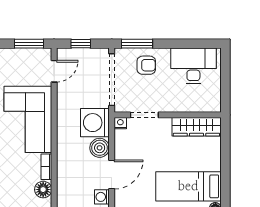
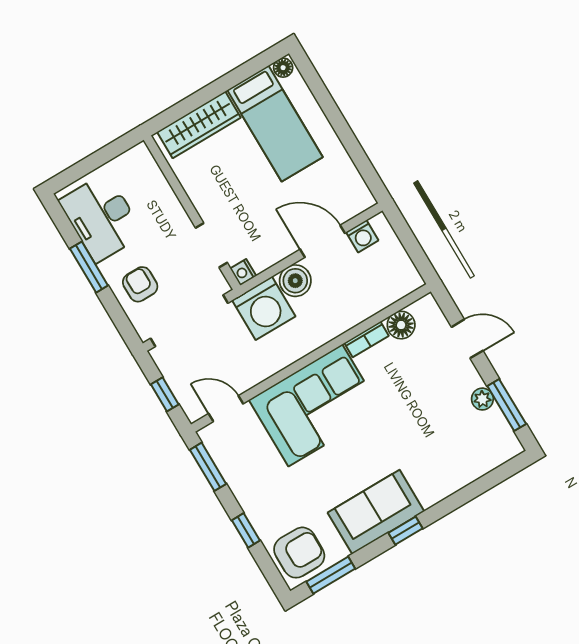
window: (137, 44) -> (89, 267), moved
wardrobe: (196, 127) -> (199, 125), moved, turned 90

